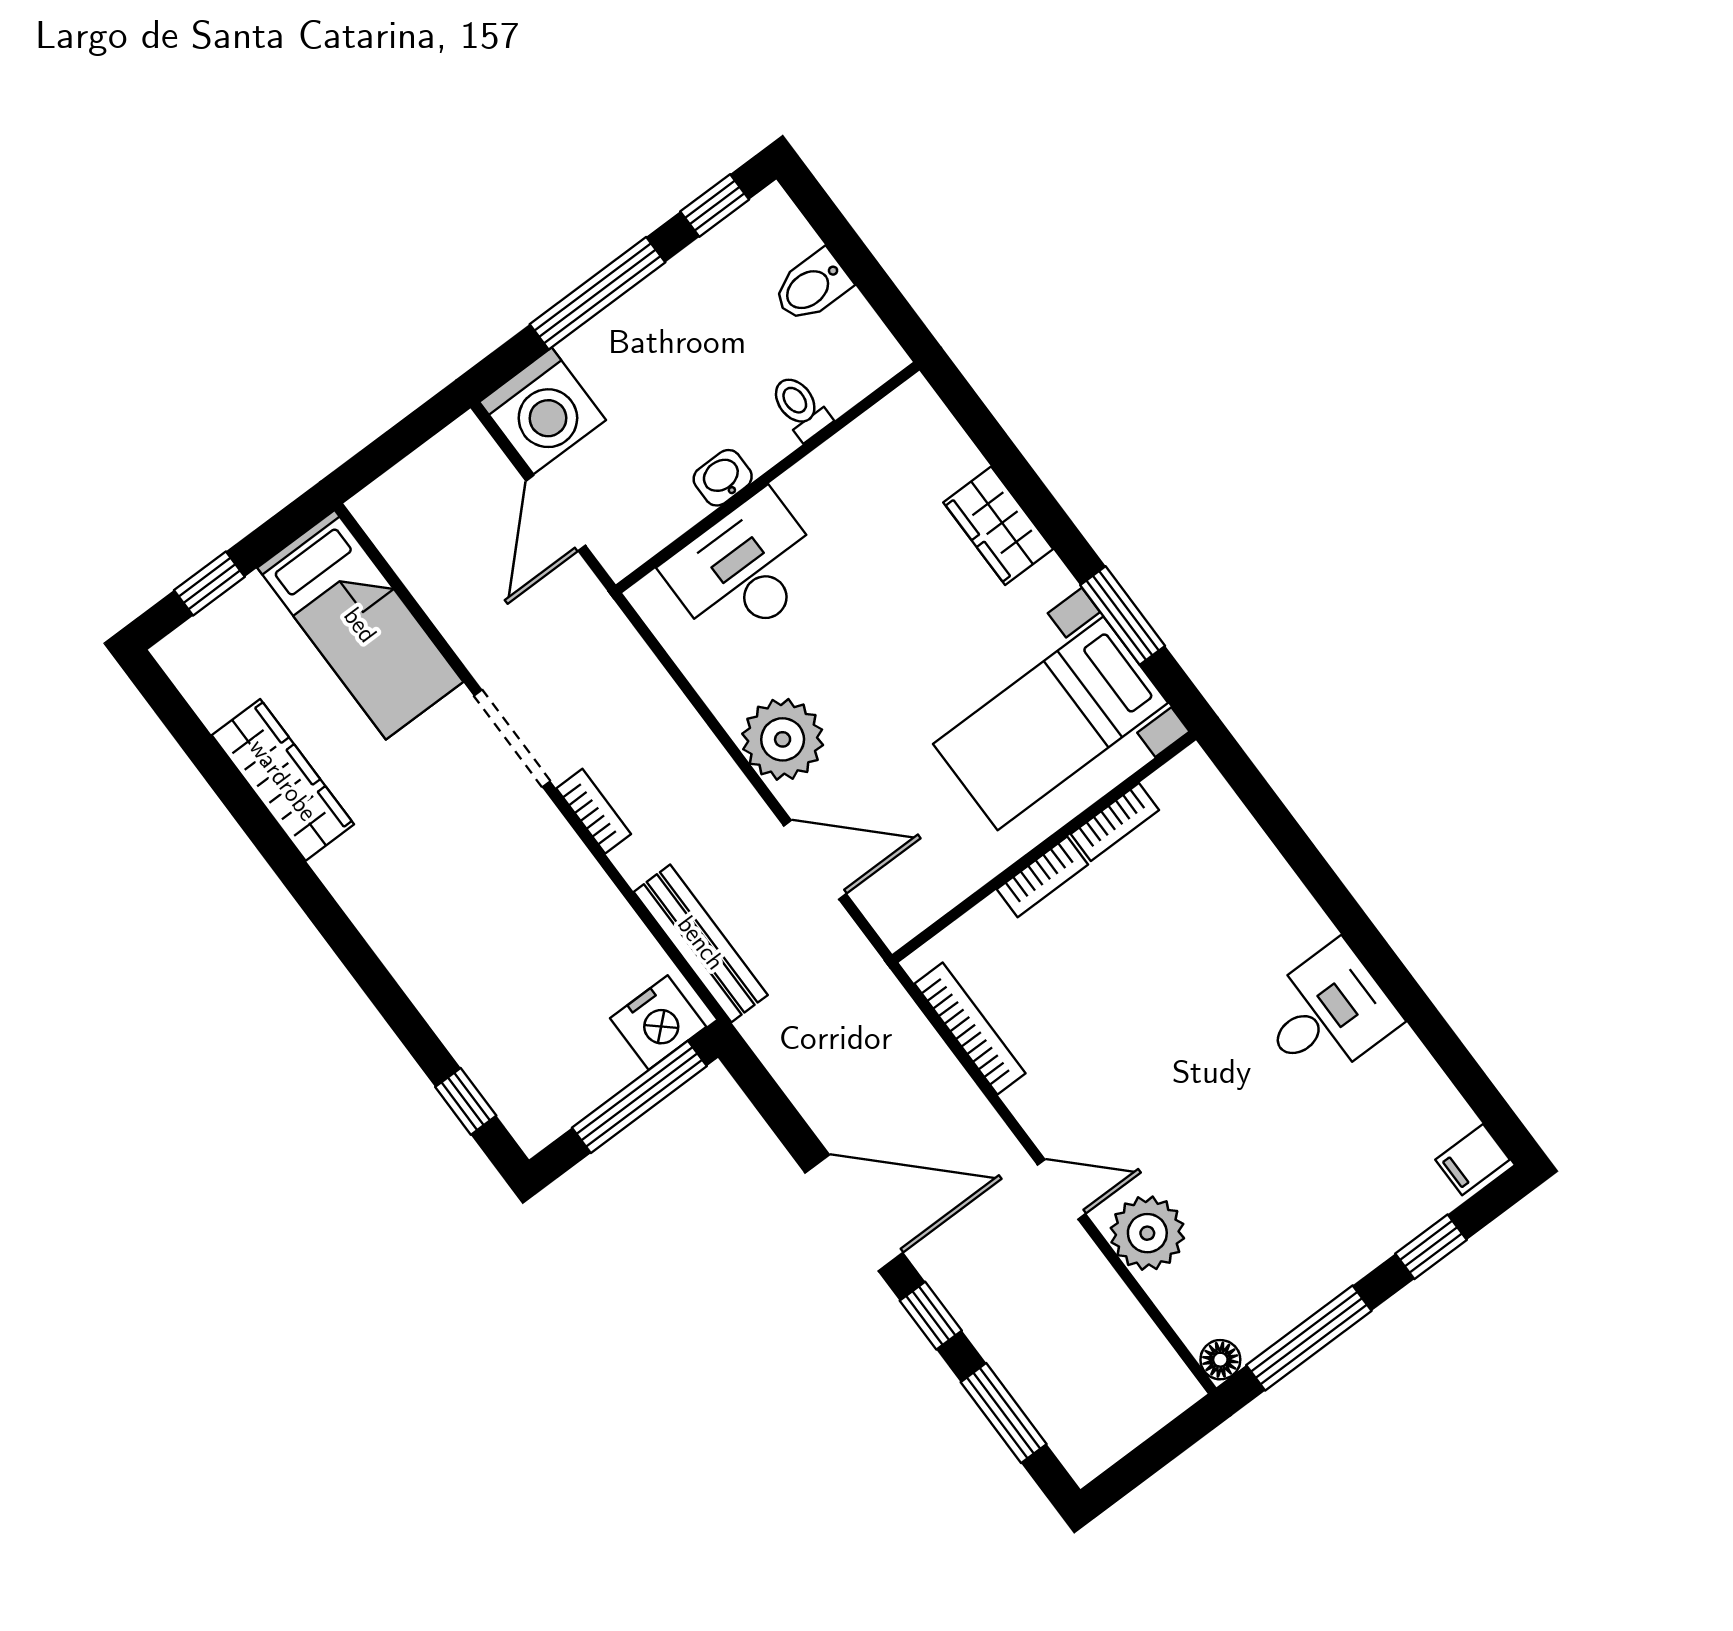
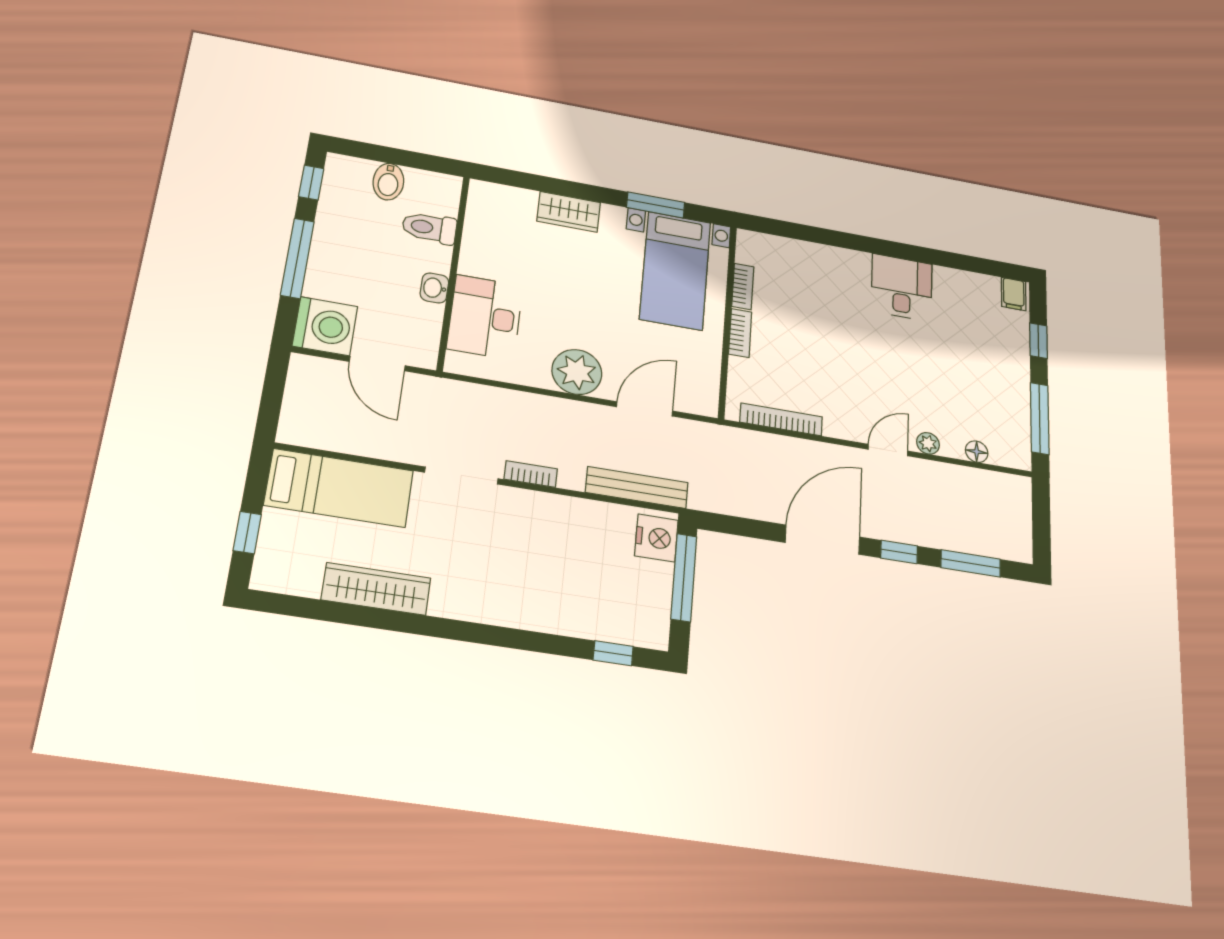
toilet: (800, 407) -> (429, 228), width x1.37, depth x1.39
plant: (1147, 1233) -> (928, 443), width x0.53, depth x0.53
floor lamp: (1220, 1360) -> (977, 452), moved

